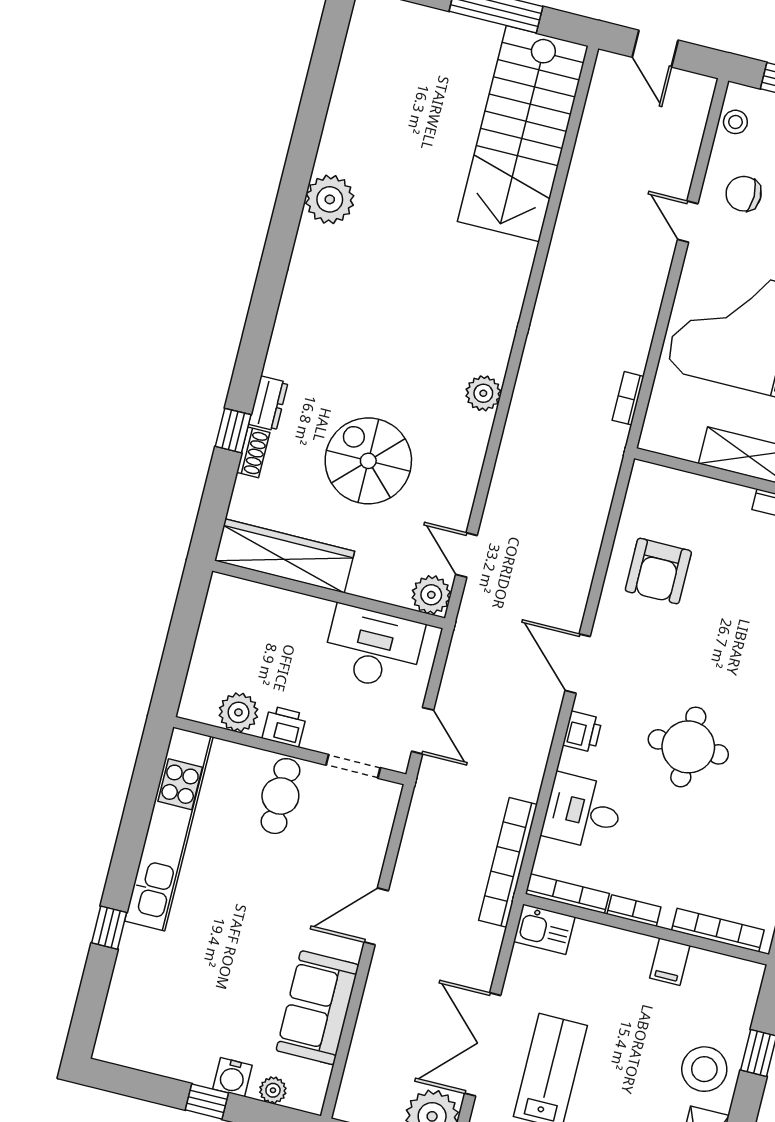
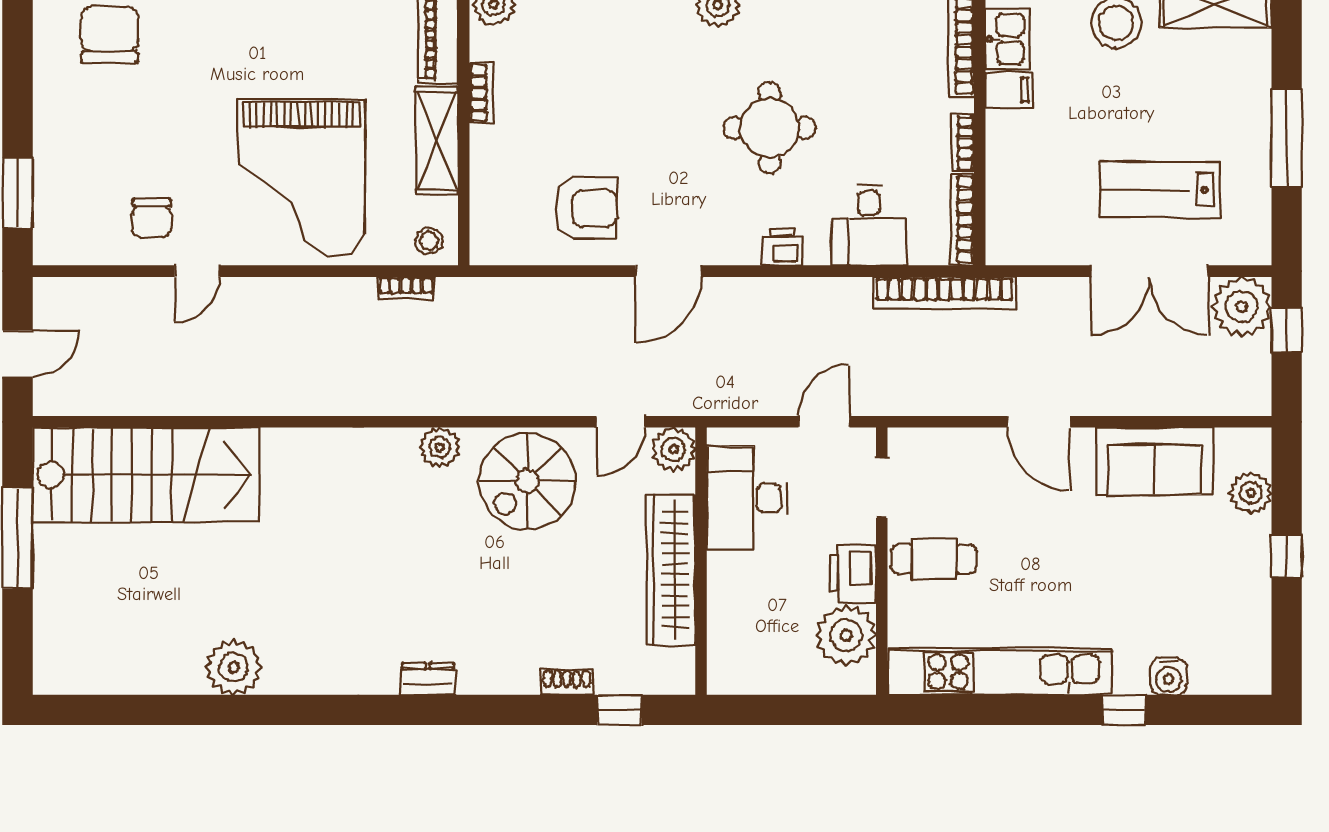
stool: (735, 122) -> (429, 241), moved
plant: (330, 199) -> (234, 667), moved
dresser: (268, 403) -> (428, 679), moved
window: (233, 431) -> (619, 710), moved
spiral stairs: (368, 461) -> (527, 481), moved
wardrobe: (284, 556) -> (671, 570), moved
door: (578, 664) -> (669, 271), moved
plant: (238, 712) -> (846, 635), width x1.36, depth x1.36
printer: (284, 726) -> (852, 574), width x1.36, depth x1.24
kitchen sink: (544, 929) -> (1007, 39), moved
water cooler: (232, 1077) -> (1169, 676), moved, turned 90
plant: (273, 1090) -> (1251, 493), width x1.38, depth x1.38

